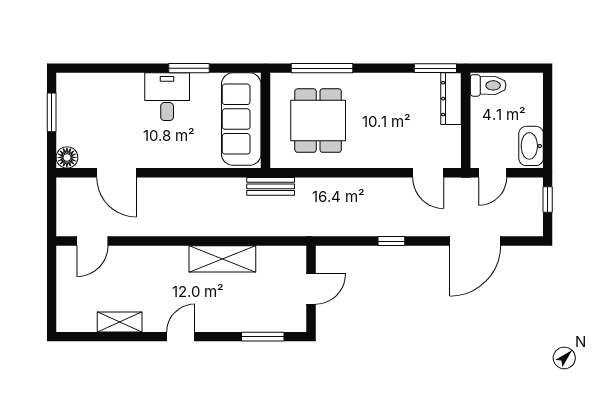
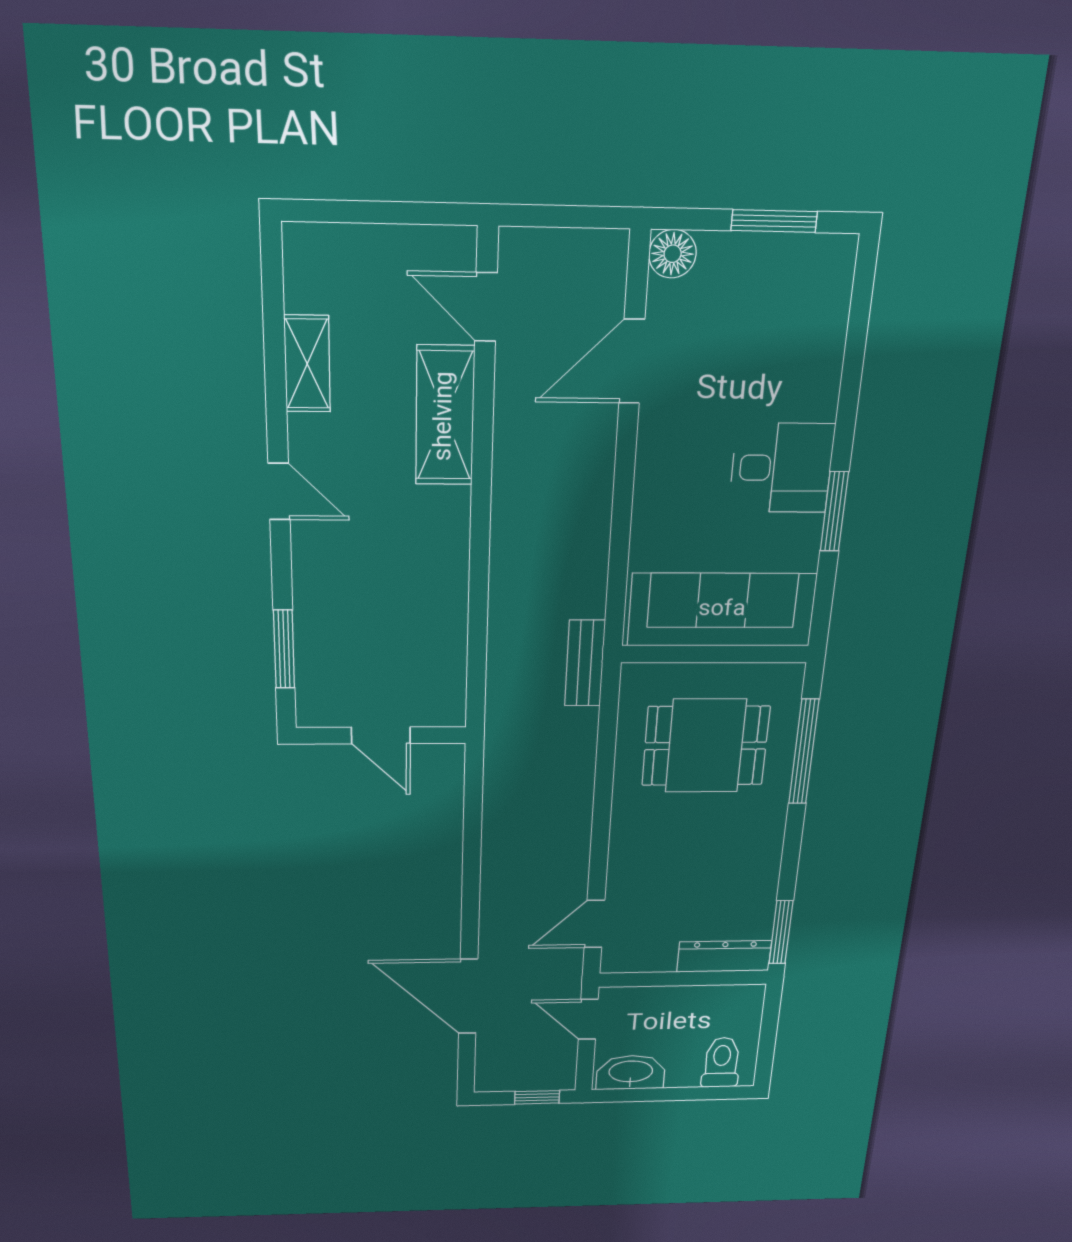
toilet: (488, 85) -> (721, 1062), moved, turned 180
window: (391, 241) -> (471, 868), removed
shelving: (222, 259) -> (445, 416), moved

